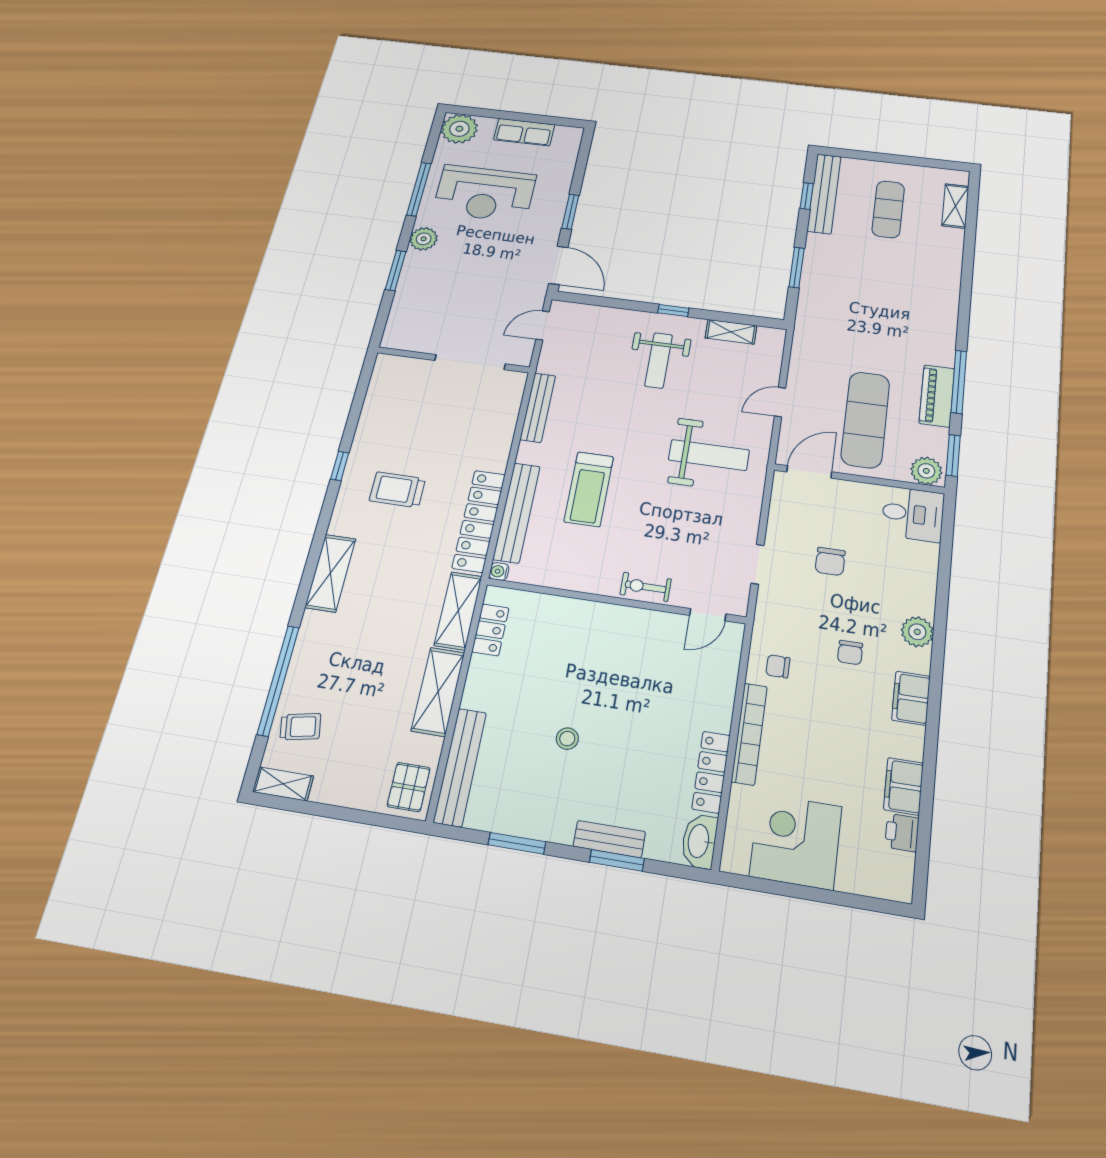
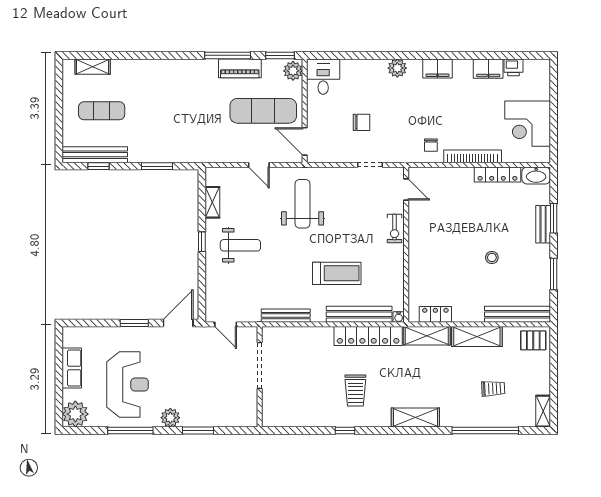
chair: (850, 653) -> (416, 105), removed
trolley: (300, 727) -> (493, 389), moved, turned 98

